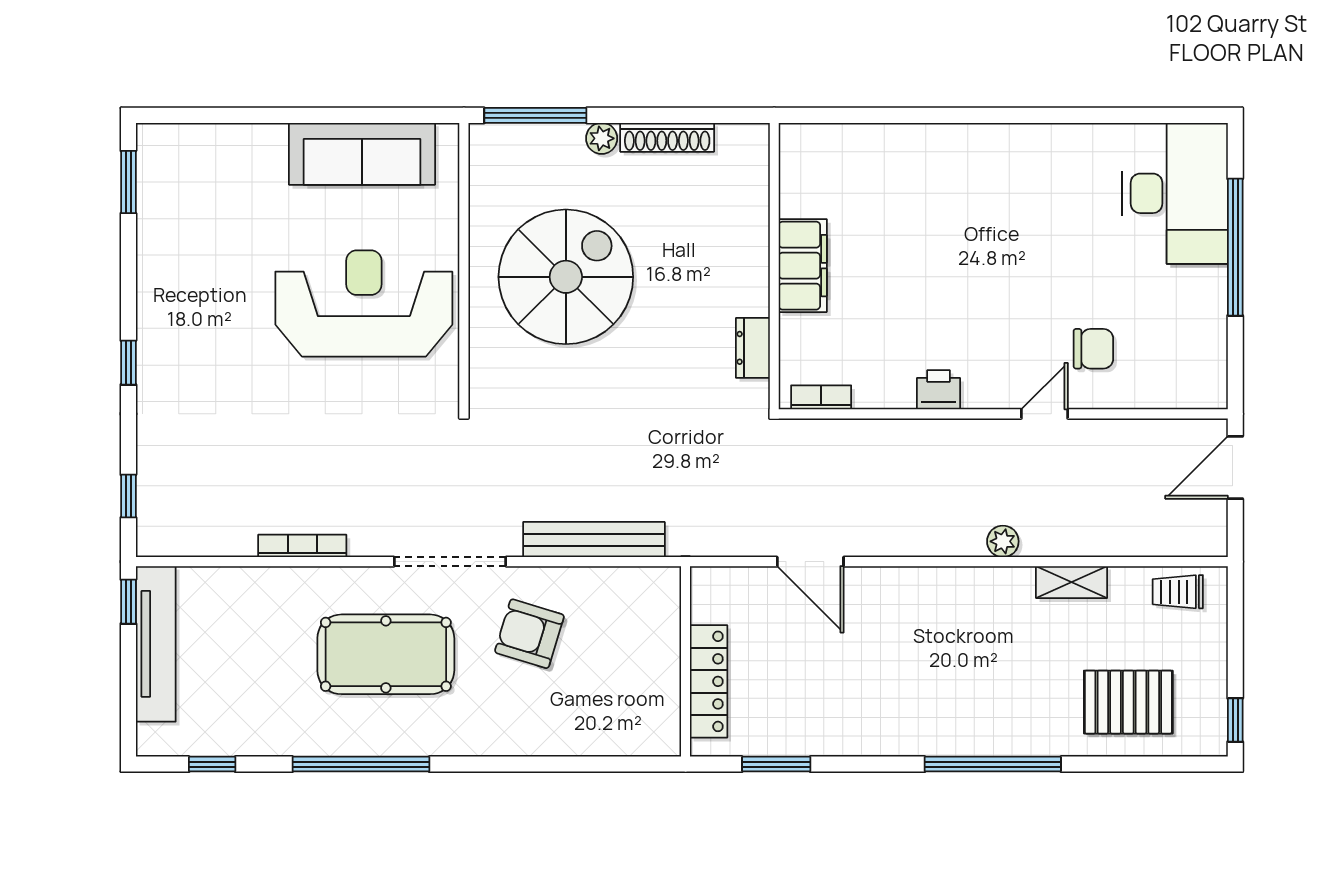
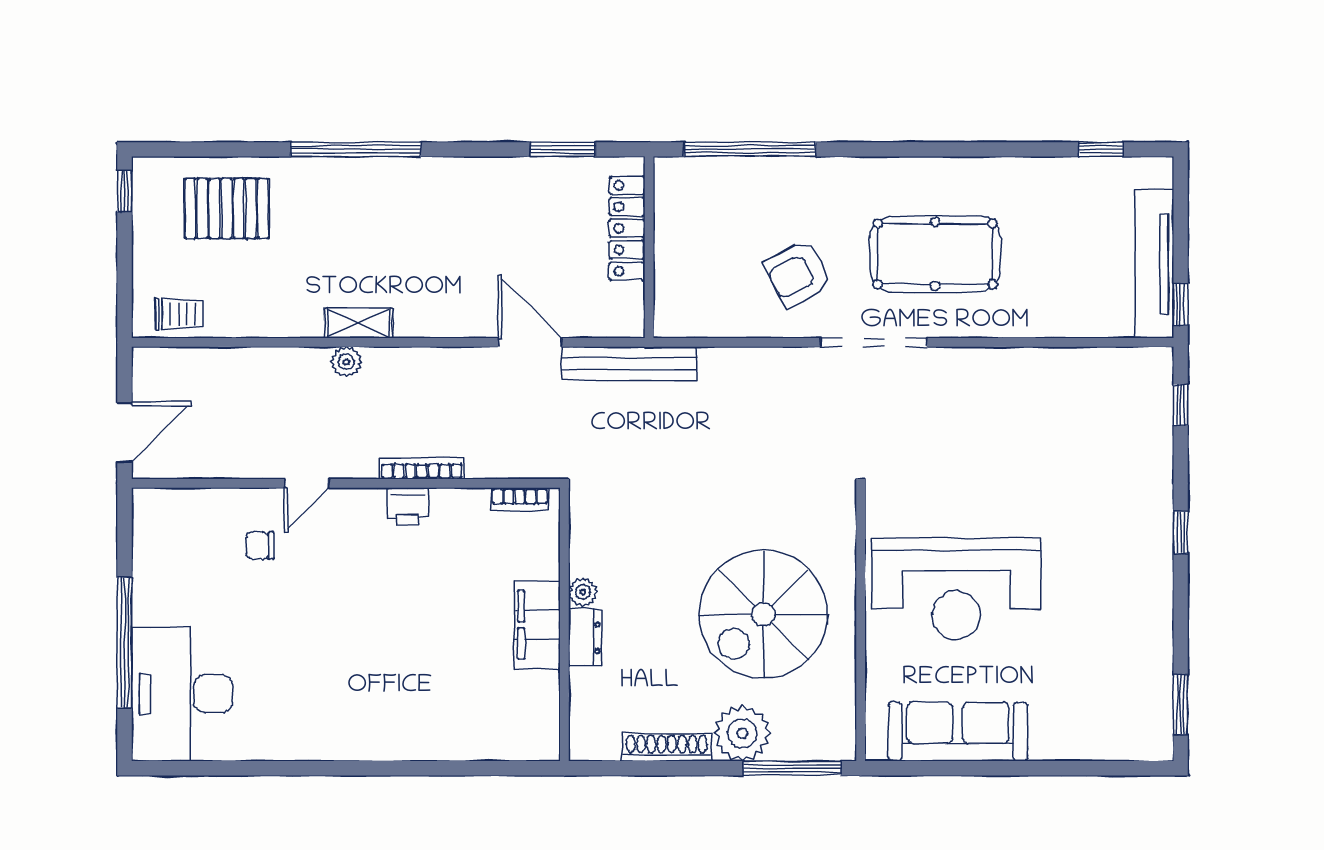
plant: (602, 138) -> (742, 733), width x1.87, depth x1.87
plant: (755, 300) -> (583, 592), added
dresser: (753, 348) -> (585, 638), moved
chair: (1093, 349) -> (260, 546), width x0.73, depth x0.73
bench: (594, 540) -> (629, 364), moved
bookcase: (302, 546) -> (422, 468), moved, turned 180
shelving: (1072, 582) -> (358, 323), moved
armchair: (529, 634) -> (798, 274), turned 136
window: (361, 764) -> (750, 149), moved

